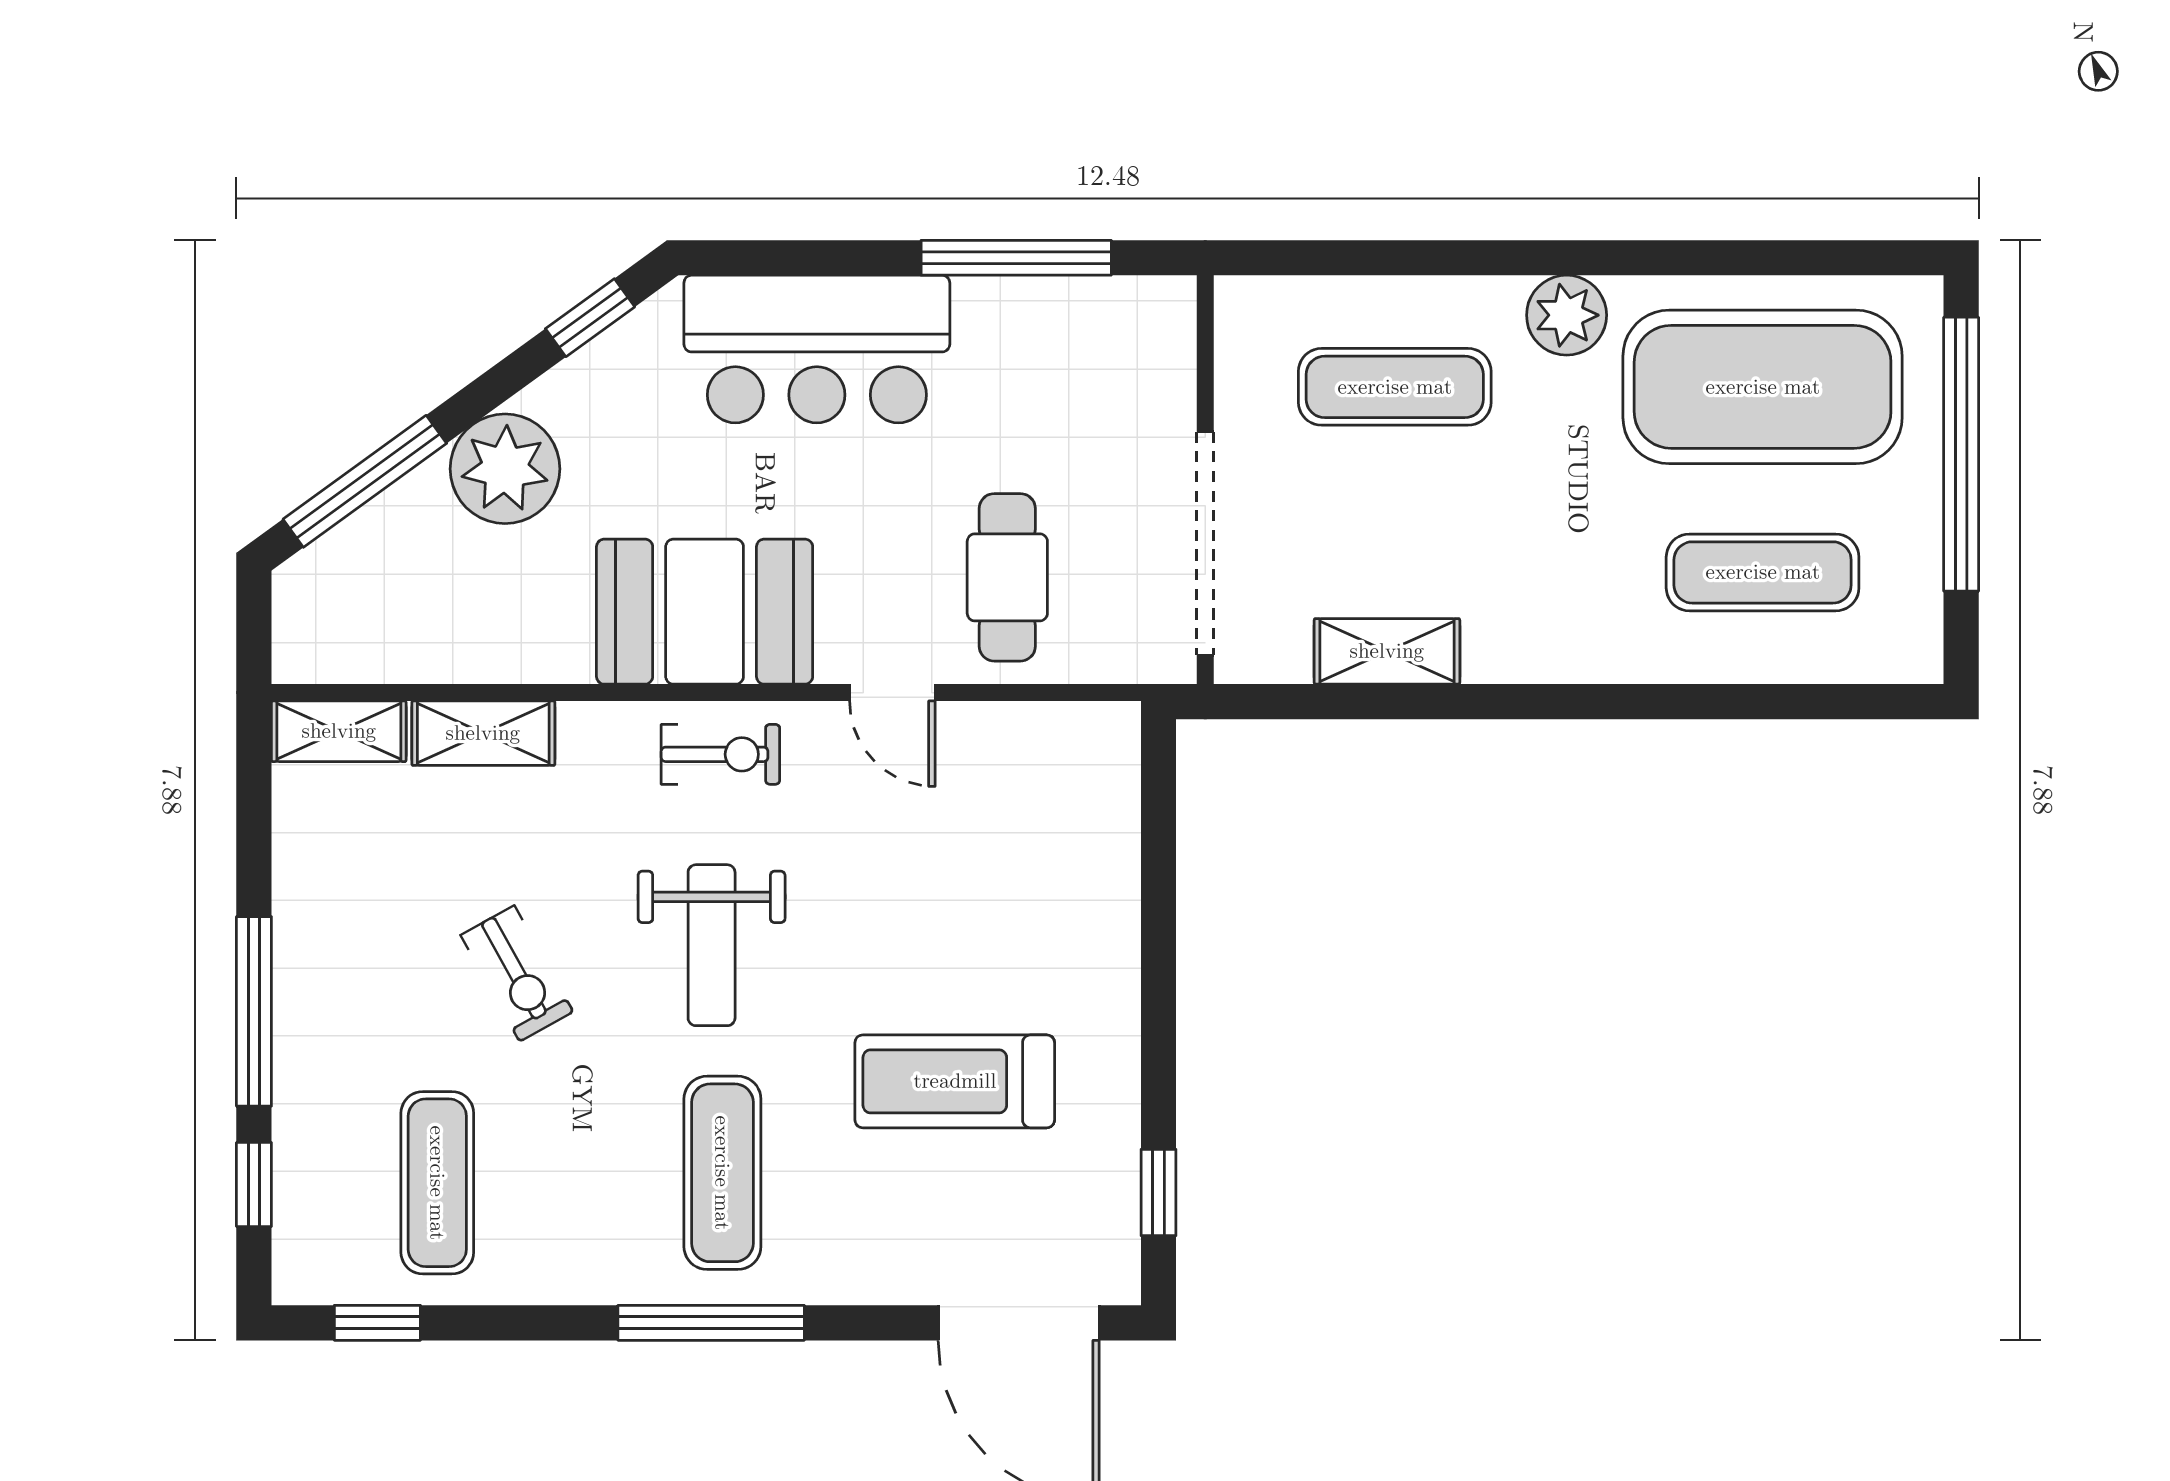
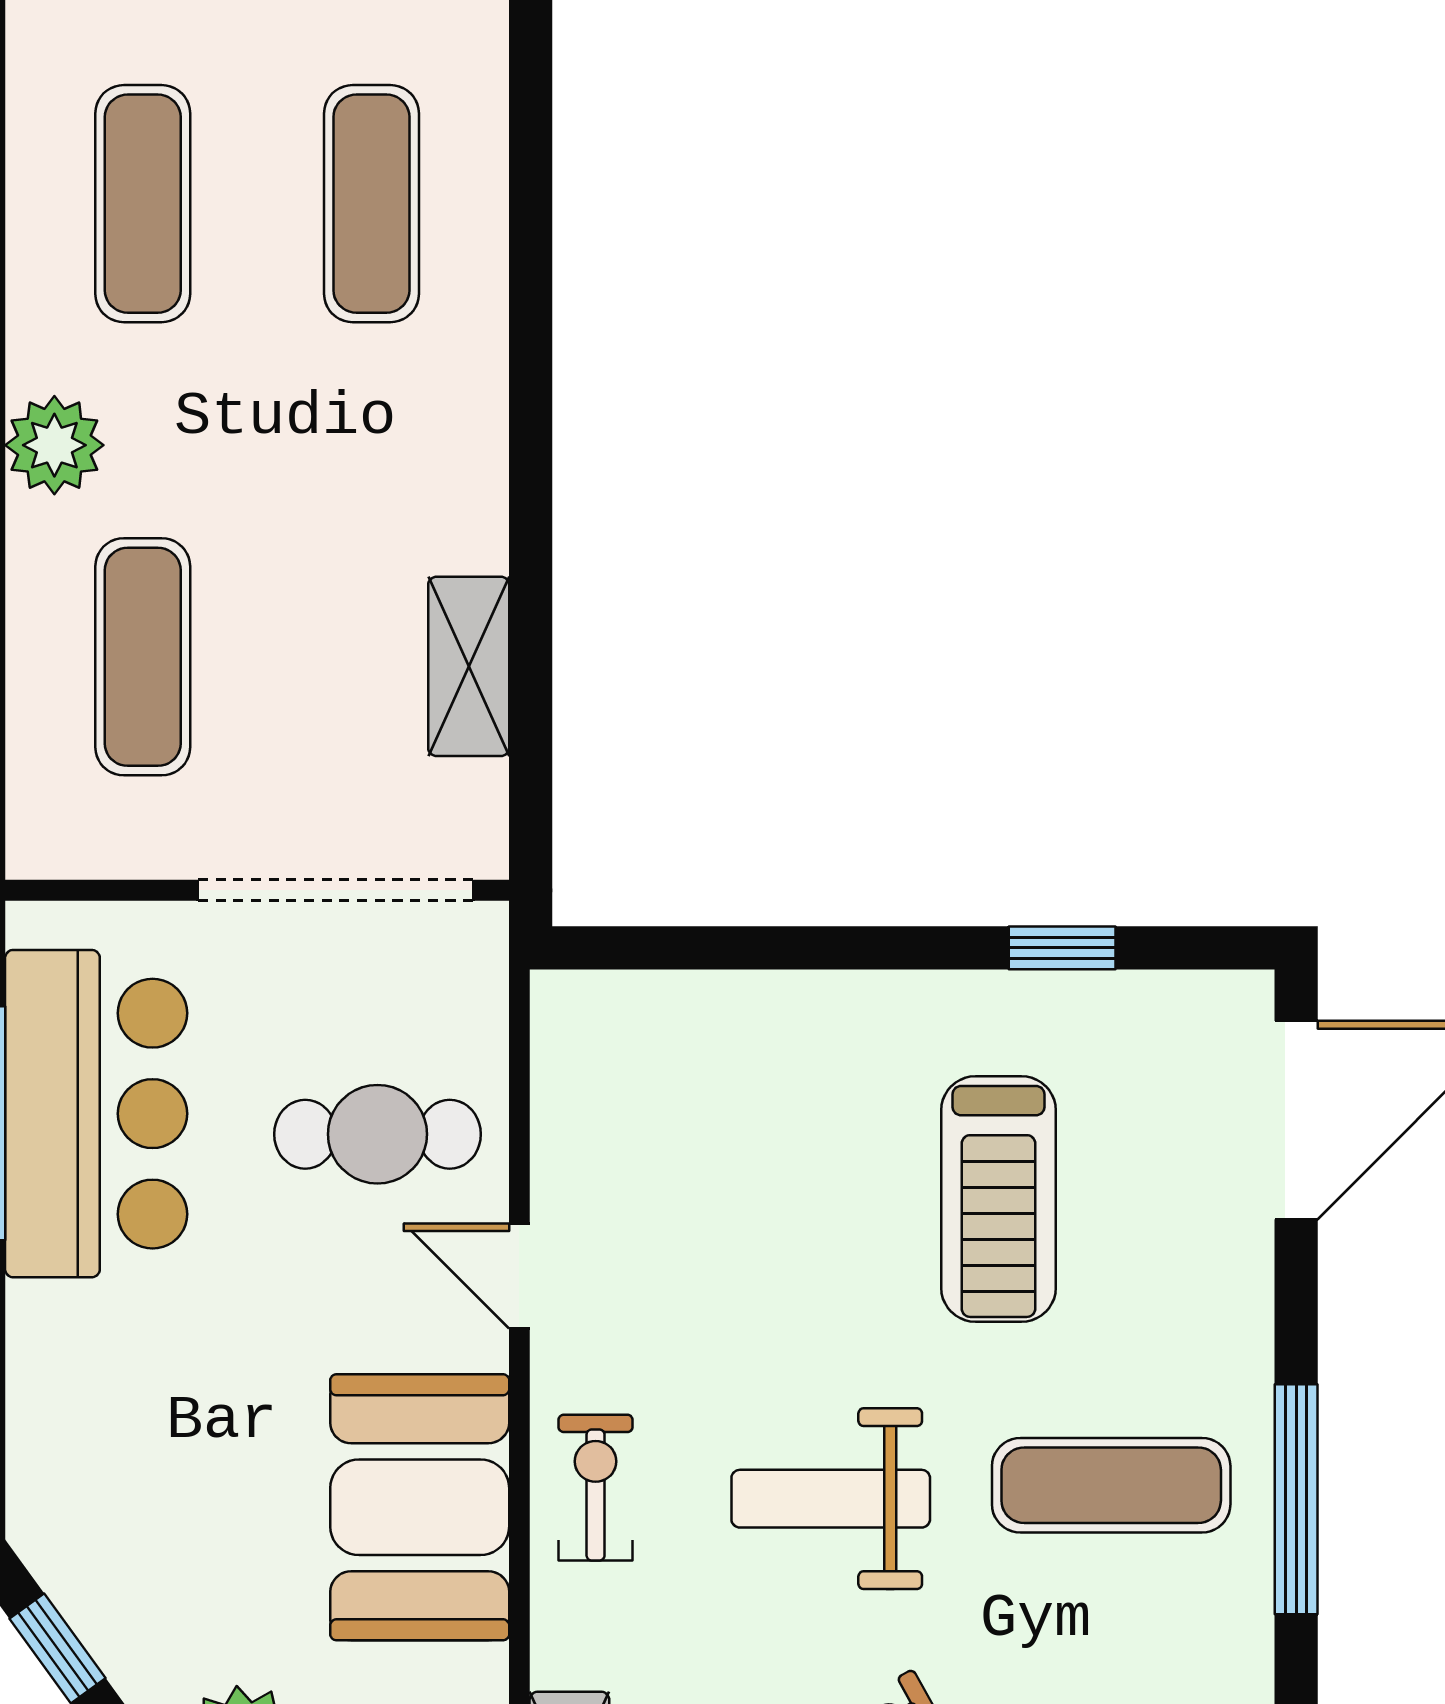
bar counter: (817, 349) -> (96, 1114), moved
exercise mat: (1763, 387) -> (143, 204), width x0.50, depth x0.69
door: (892, 693) -> (519, 1276), swing flipped
weight bench: (712, 945) -> (831, 1499), turned 180
window: (1158, 1193) -> (1062, 948), moved

